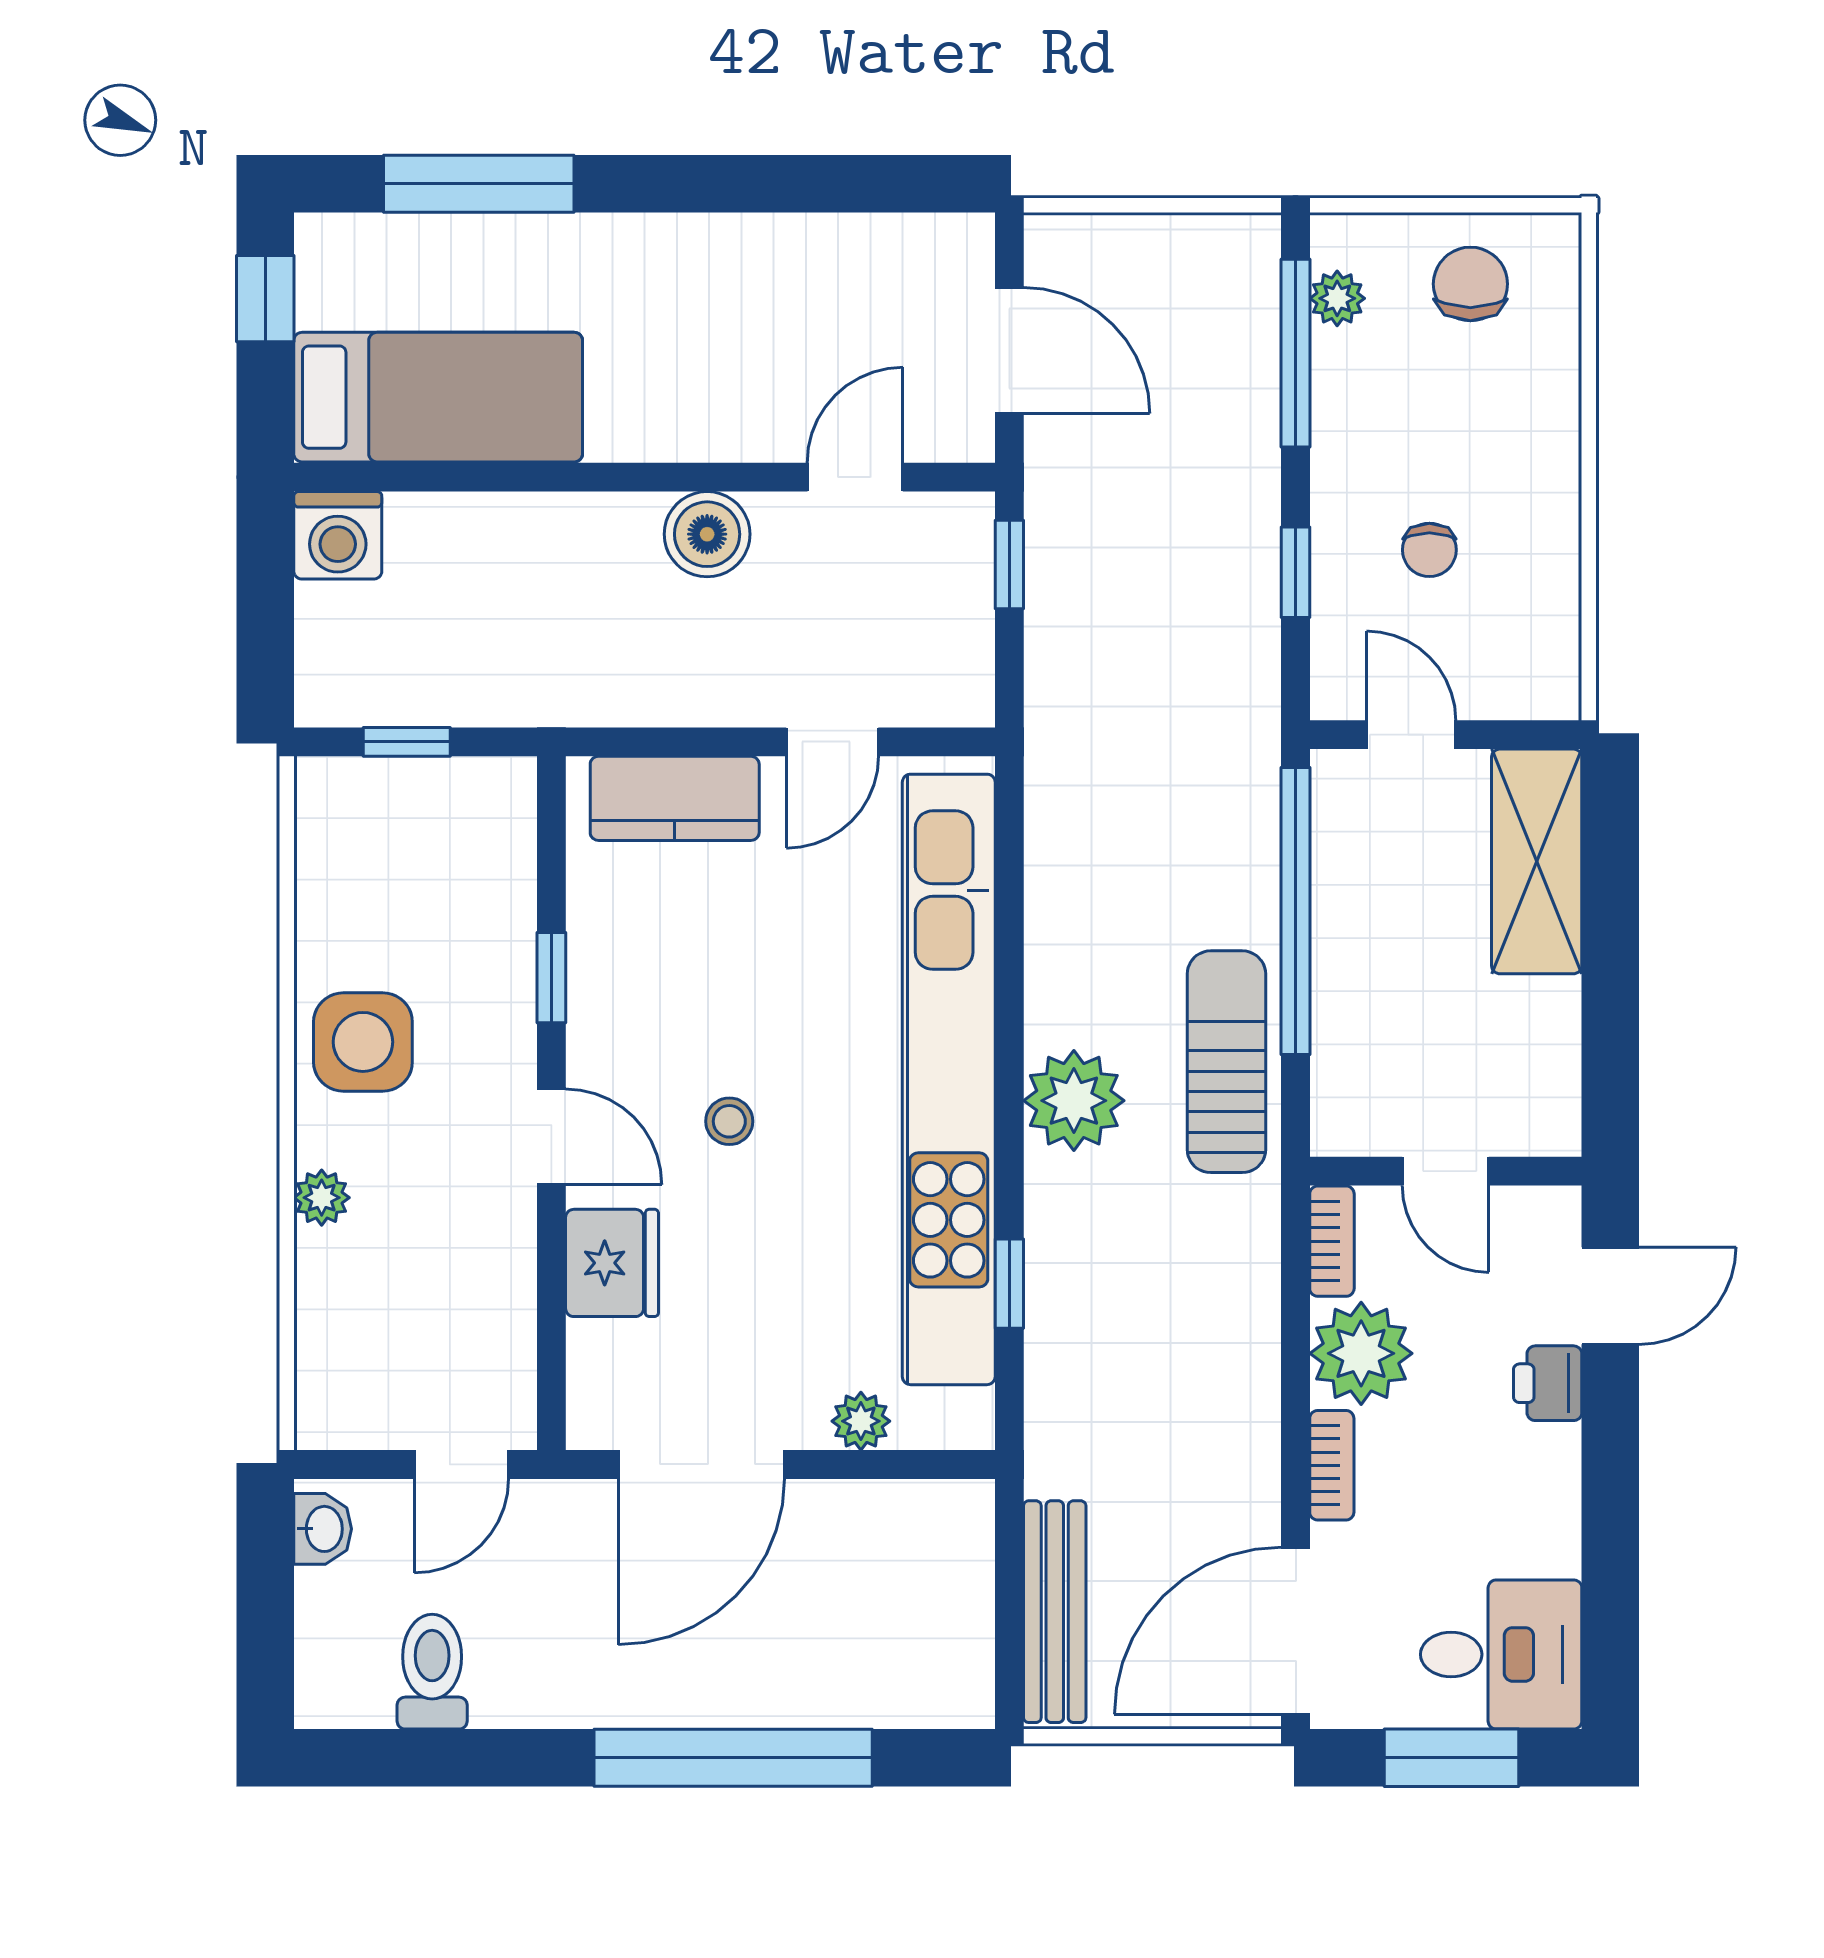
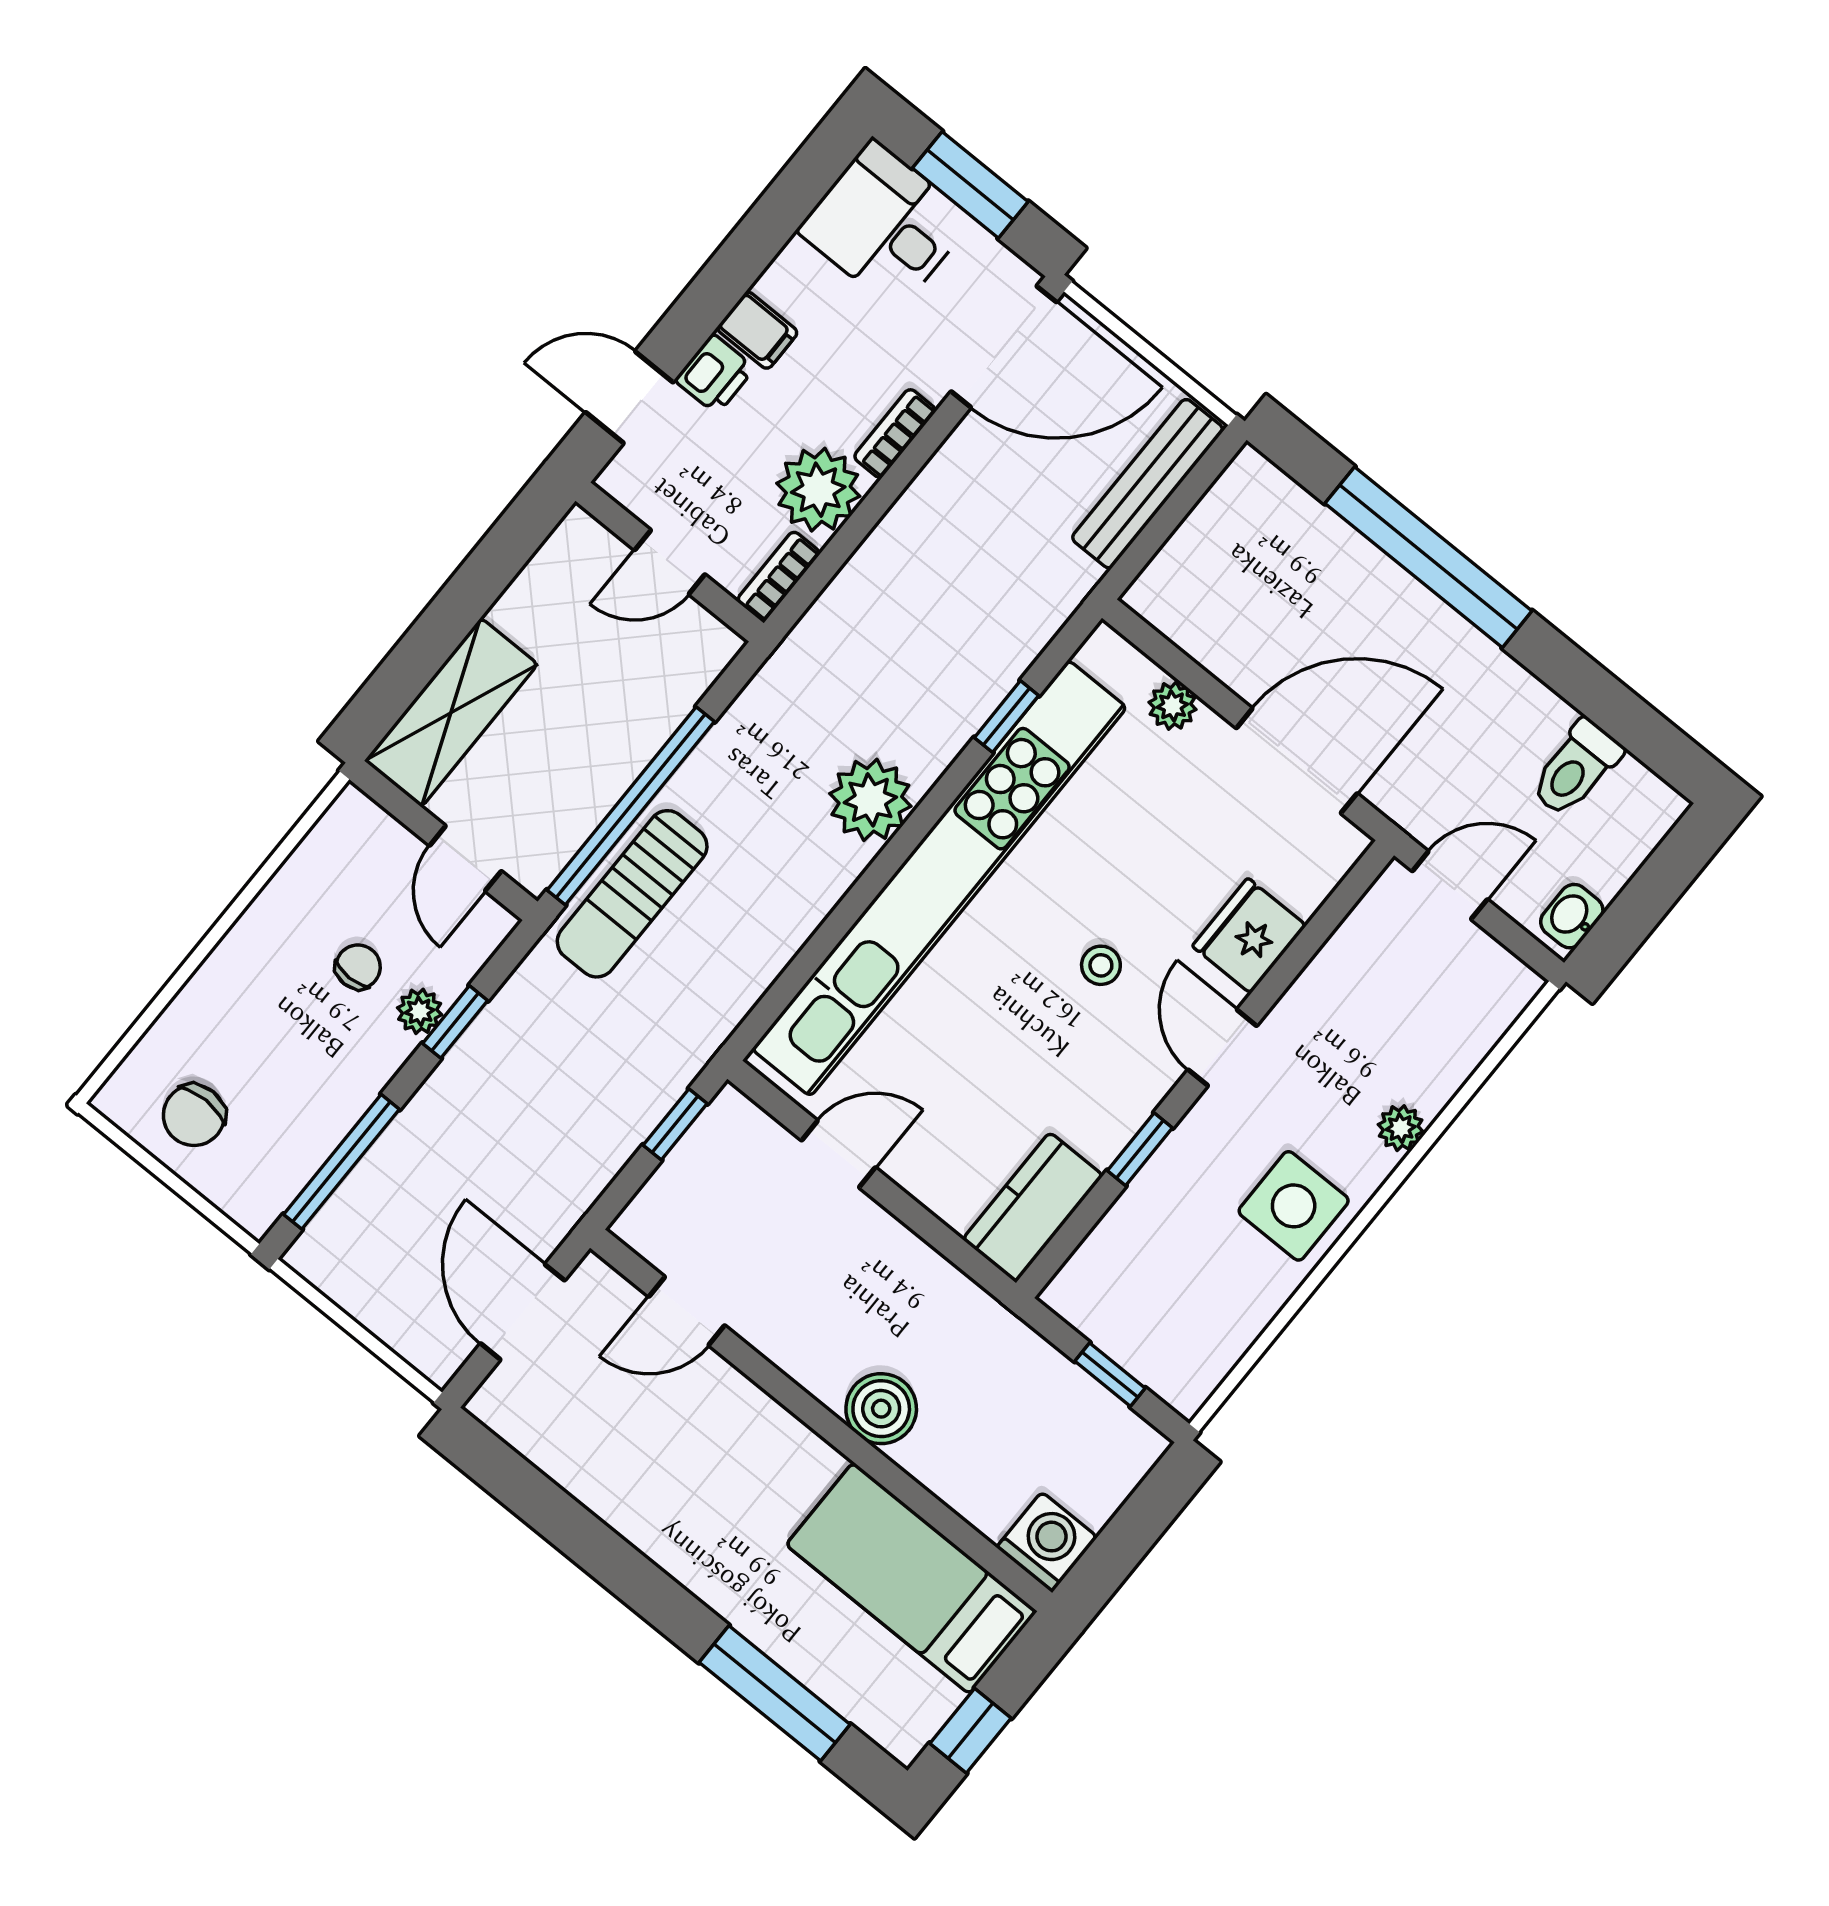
plant: (1337, 298) -> (420, 1011), moved
boiler: (707, 534) -> (881, 1409), moved
window: (1009, 564) -> (675, 1124), moved
kitchen counter: (675, 798) -> (1033, 1207), moved, turned -90
sun lounger: (1226, 1062) -> (632, 894), moved
door: (1446, 1171) -> (670, 562), swing flipped
filing cabinet: (1541, 1457) -> (757, 330), added

